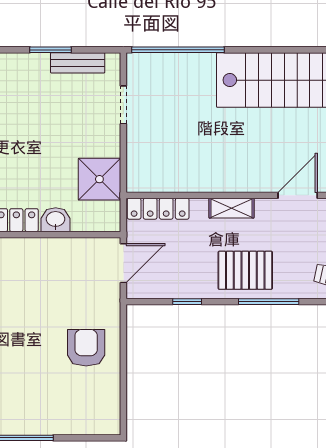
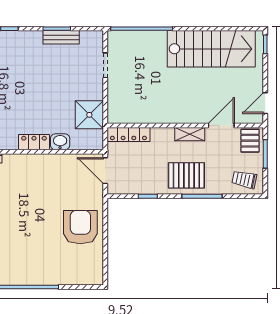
bench: (78, 63) -> (61, 37), moved
shelving: (231, 208) -> (190, 134), moved
door: (123, 263) -> (105, 171), swing flipped
armchair: (86, 348) -> (80, 227), width x1.36, depth x1.36

